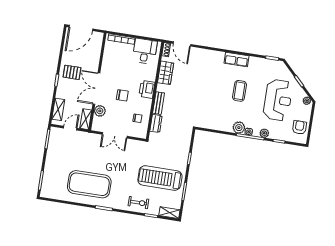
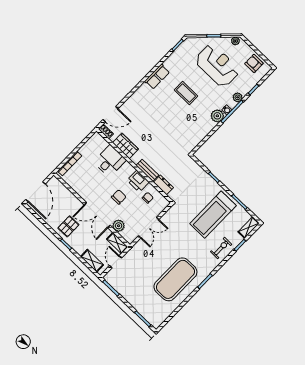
desk: (145, 51) -> (110, 161), moved, turned 90
printer: (147, 89) -> (138, 181), moved

